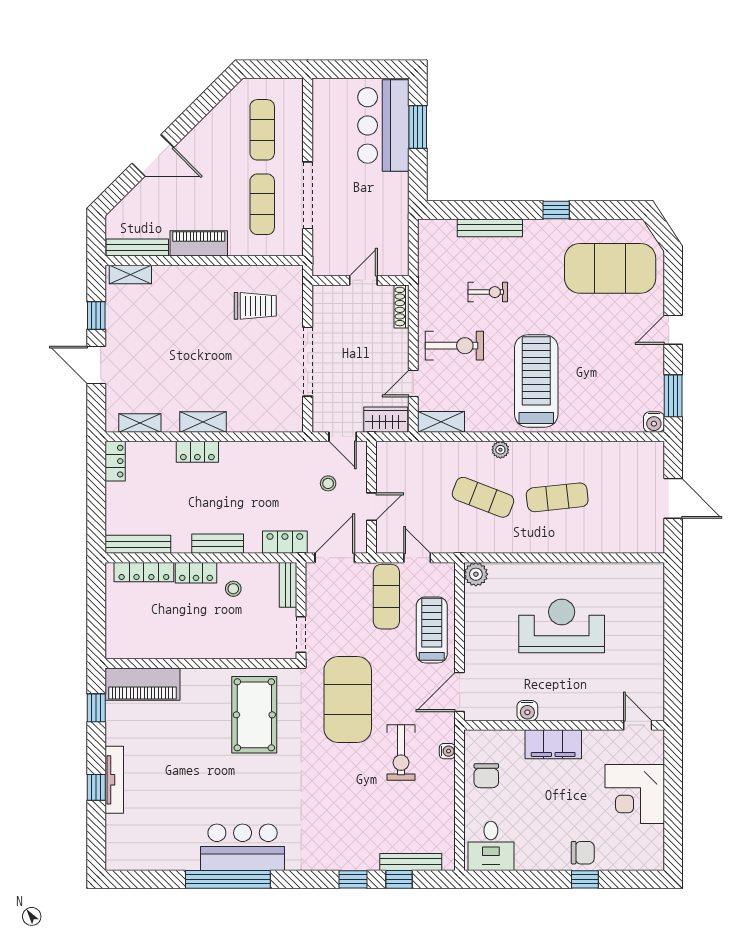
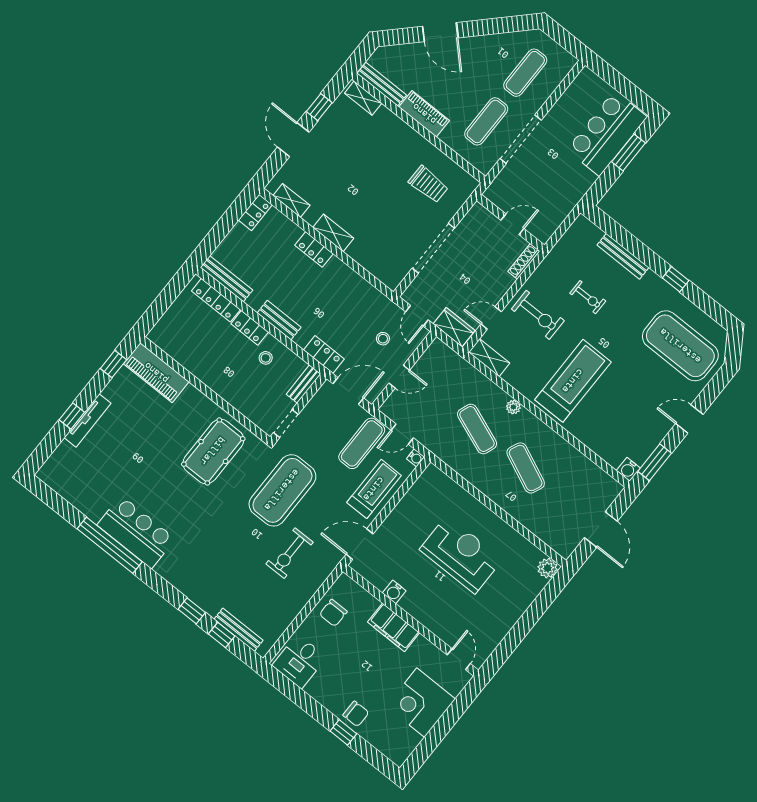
exercise mat: (557, 497) -> (526, 468), turned 30
door: (417, 558) -> (402, 434), swing flipped
plant: (476, 574) -> (548, 568), moved
water cooler: (447, 751) -> (416, 458), moved

